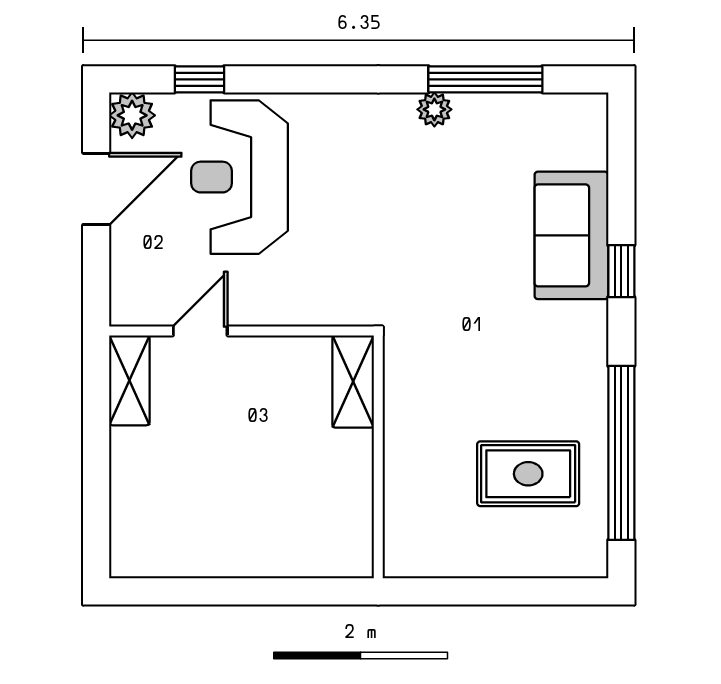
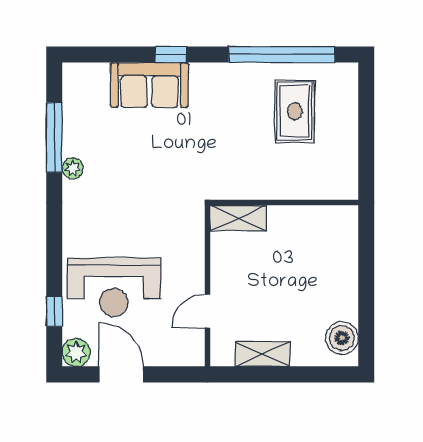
door: (200, 331) -> (208, 311), hinge flipped
shelving: (129, 380) -> (263, 354), moved
boiler: (156, 552) -> (342, 338), added

